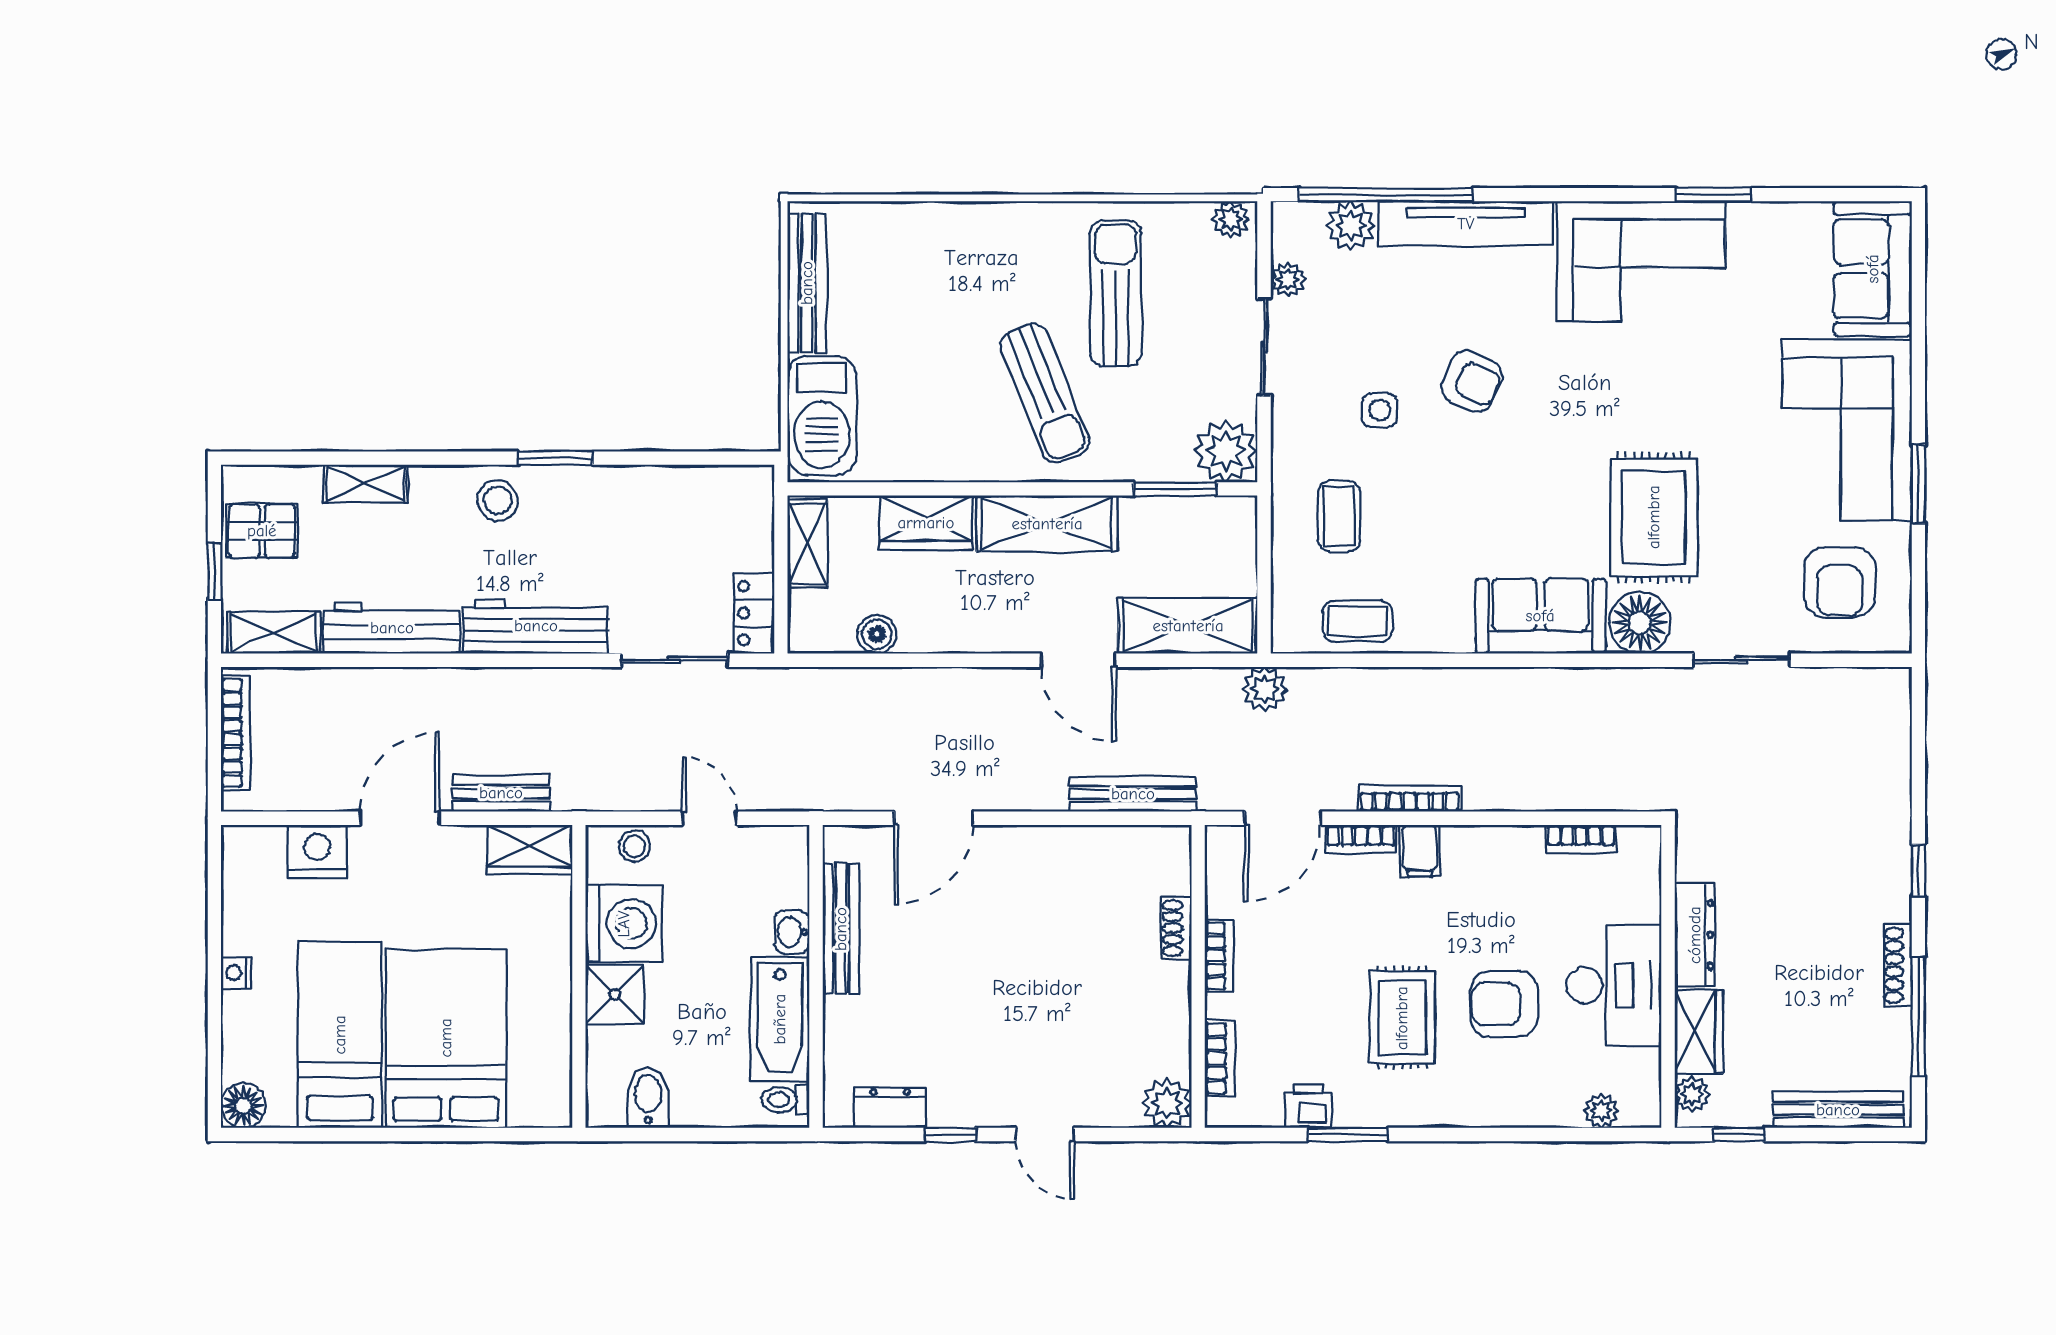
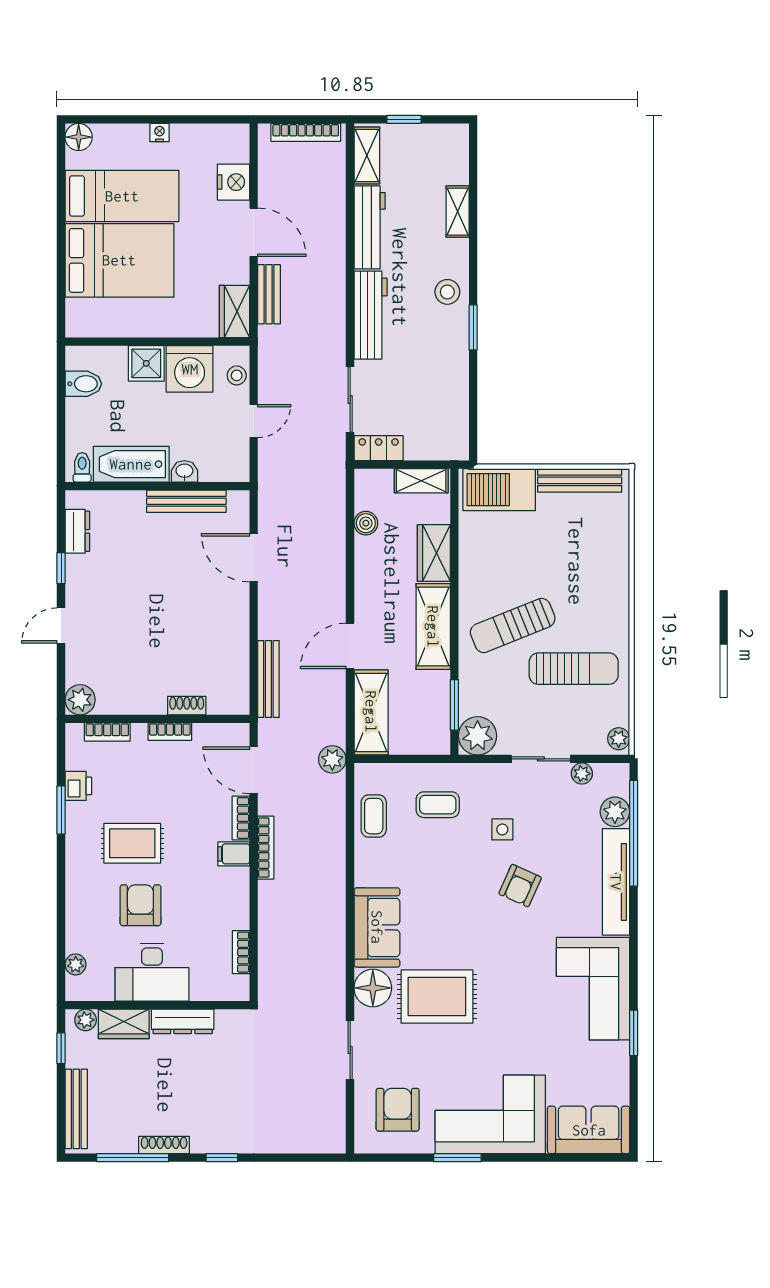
pallet: (262, 531) -> (429, 148), removed
armchair: (1840, 582) -> (398, 1110), turned 90

